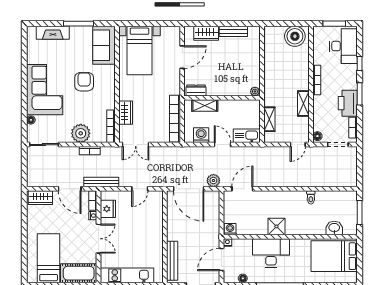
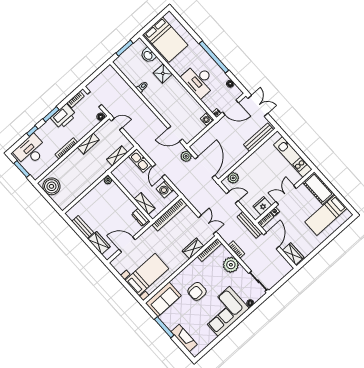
plant: (156, 205) -> (233, 178), added
shower: (276, 226) -> (163, 73), moved

